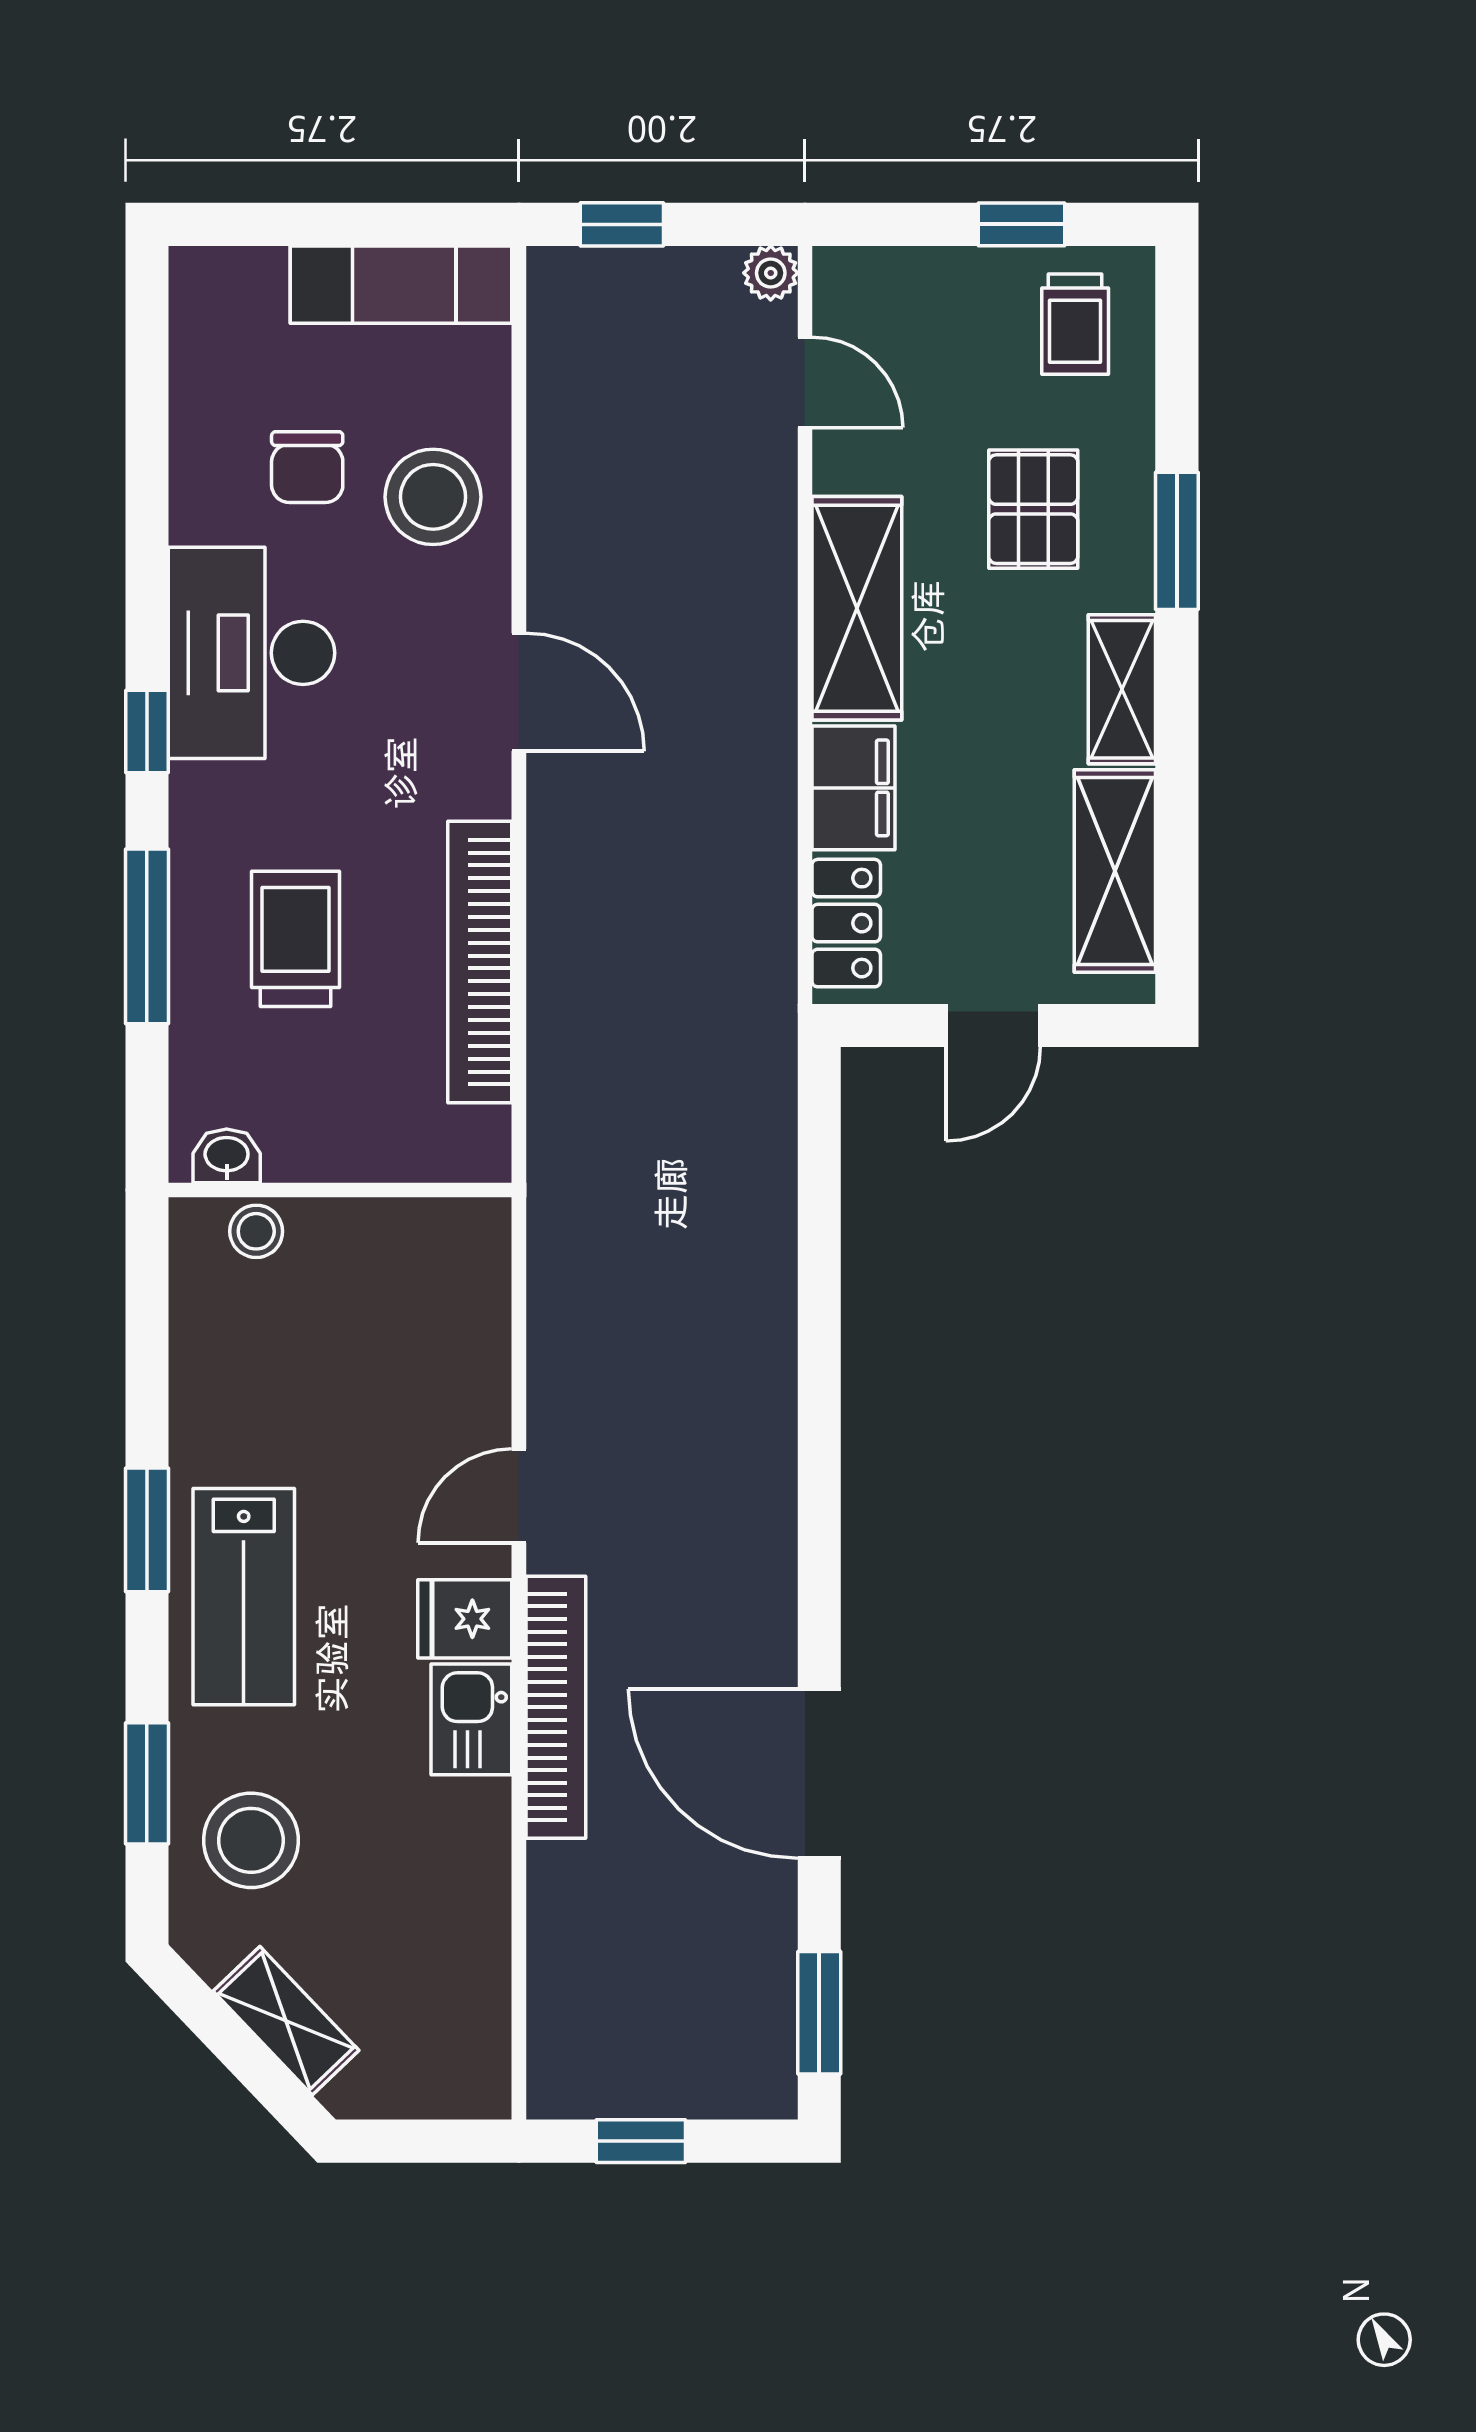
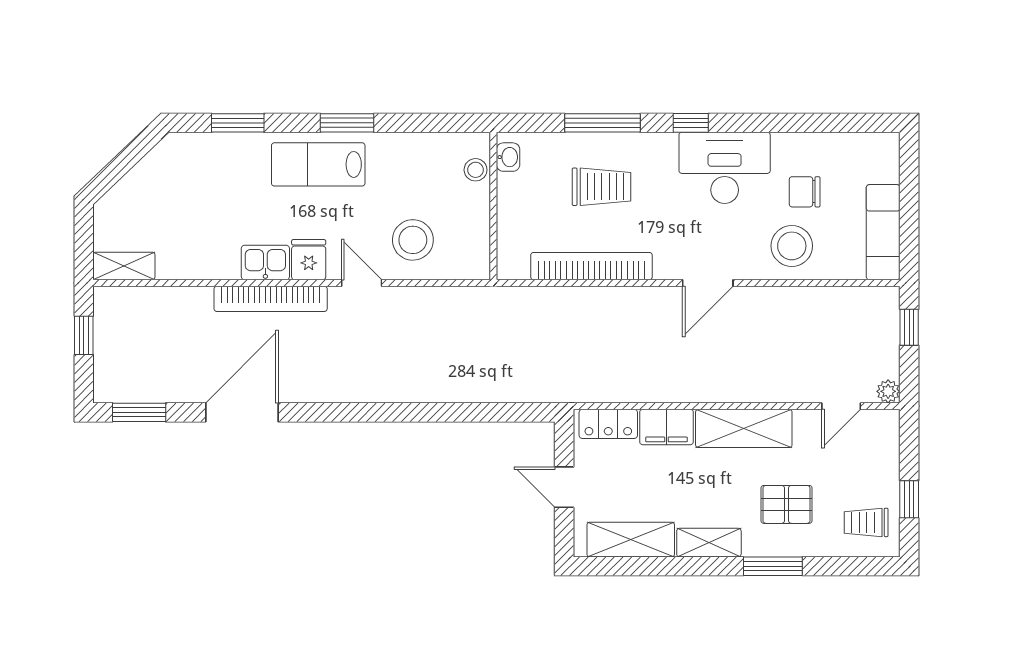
stool: (251, 1840) -> (413, 240), moved
shelving: (286, 2021) -> (124, 266), moved, turned 44

